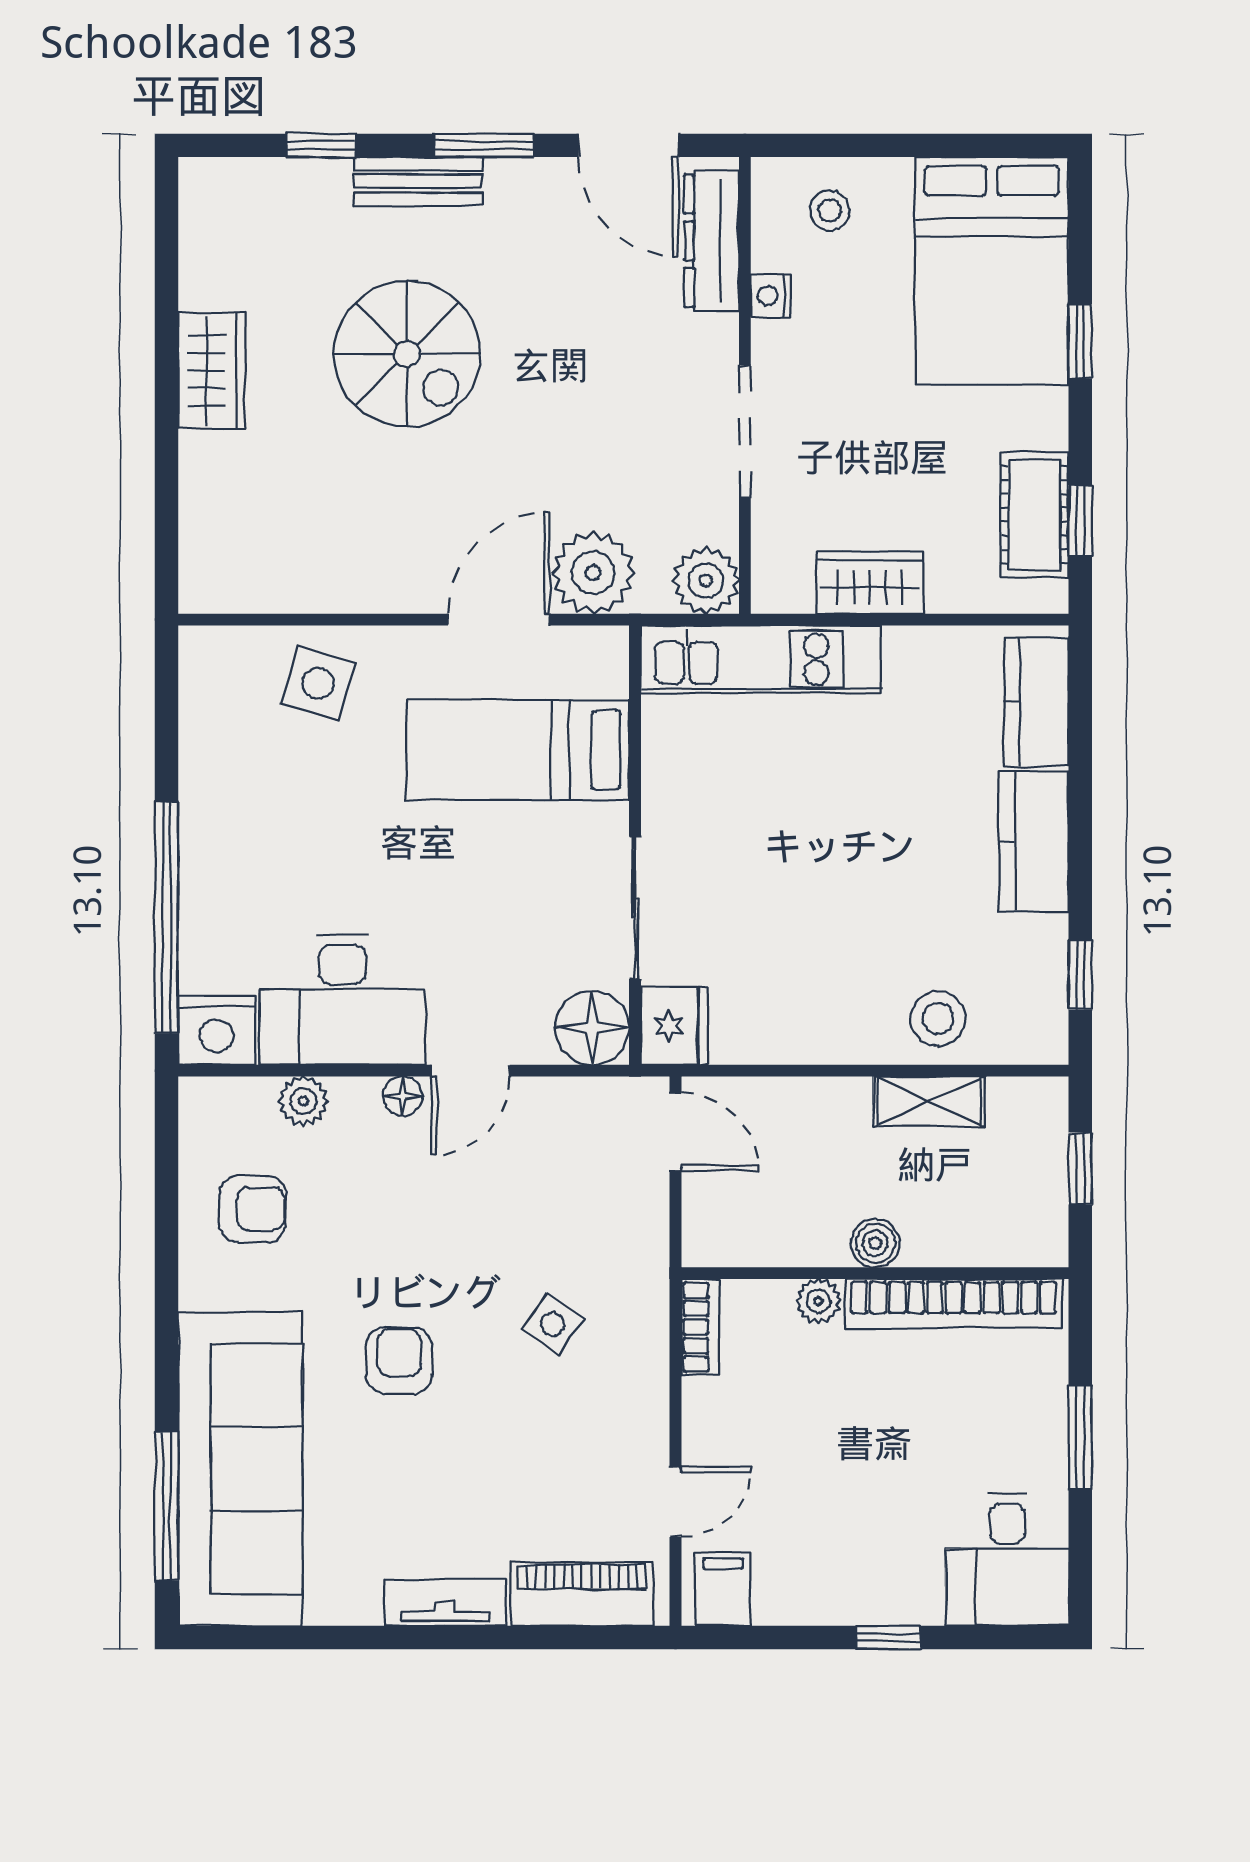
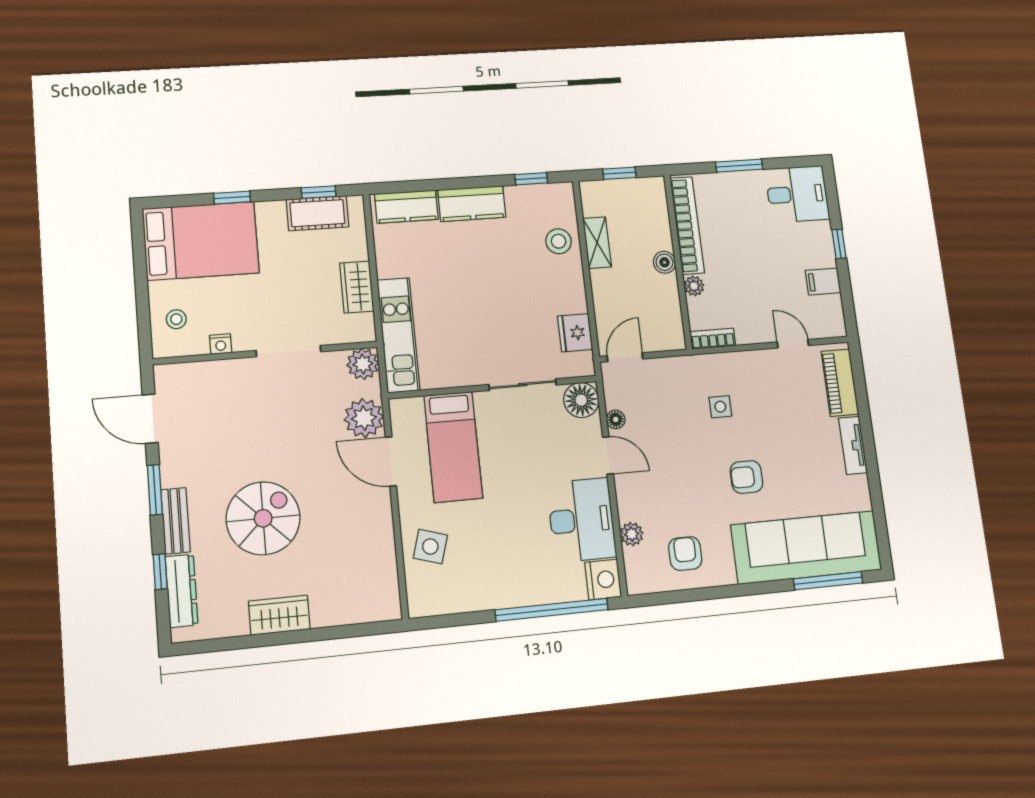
door: (628, 145) -> (150, 419), swing flipped
dresser: (712, 241) -> (182, 591), moved, turned -90
fridge: (674, 1026) -> (575, 333), moved, turned -90
floor lamp: (403, 1096) -> (616, 419), moved
side table: (553, 1324) -> (720, 407), turned -35
filing cabinet: (723, 1589) -> (823, 282), moved

